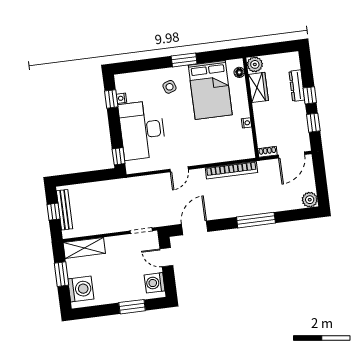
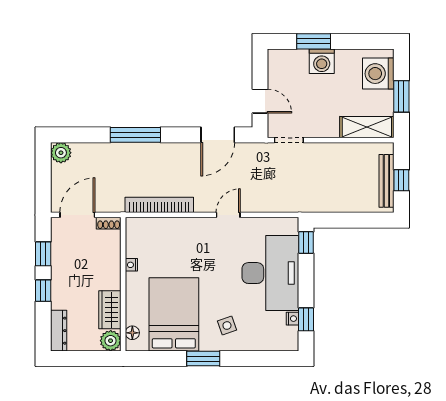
dresser: (297, 86) -> (59, 331), moved
washing machine: (155, 283) -> (322, 61), moved, turned 90

